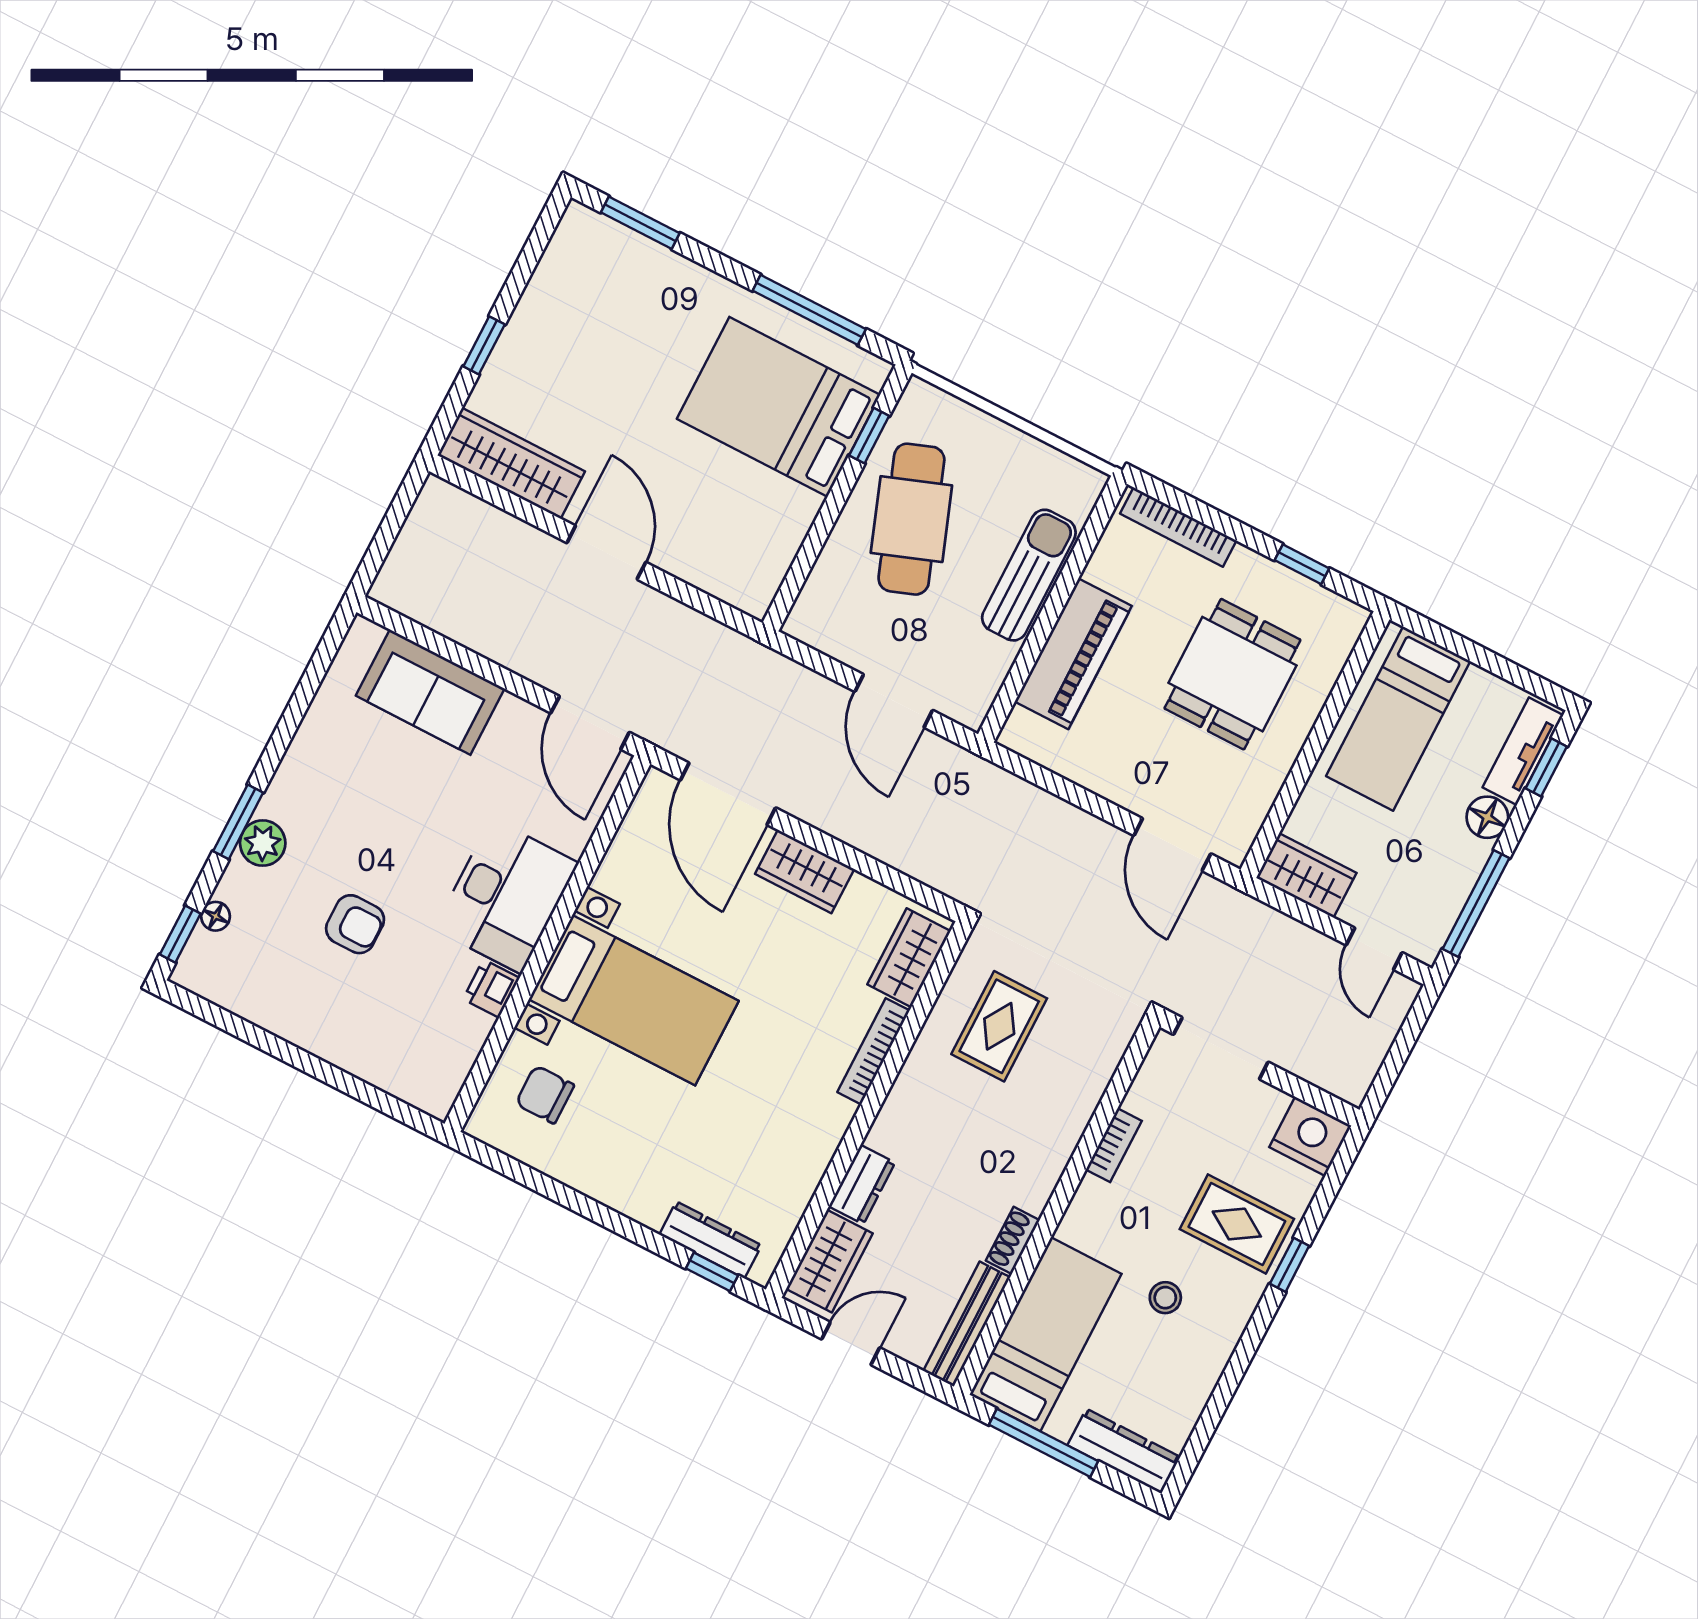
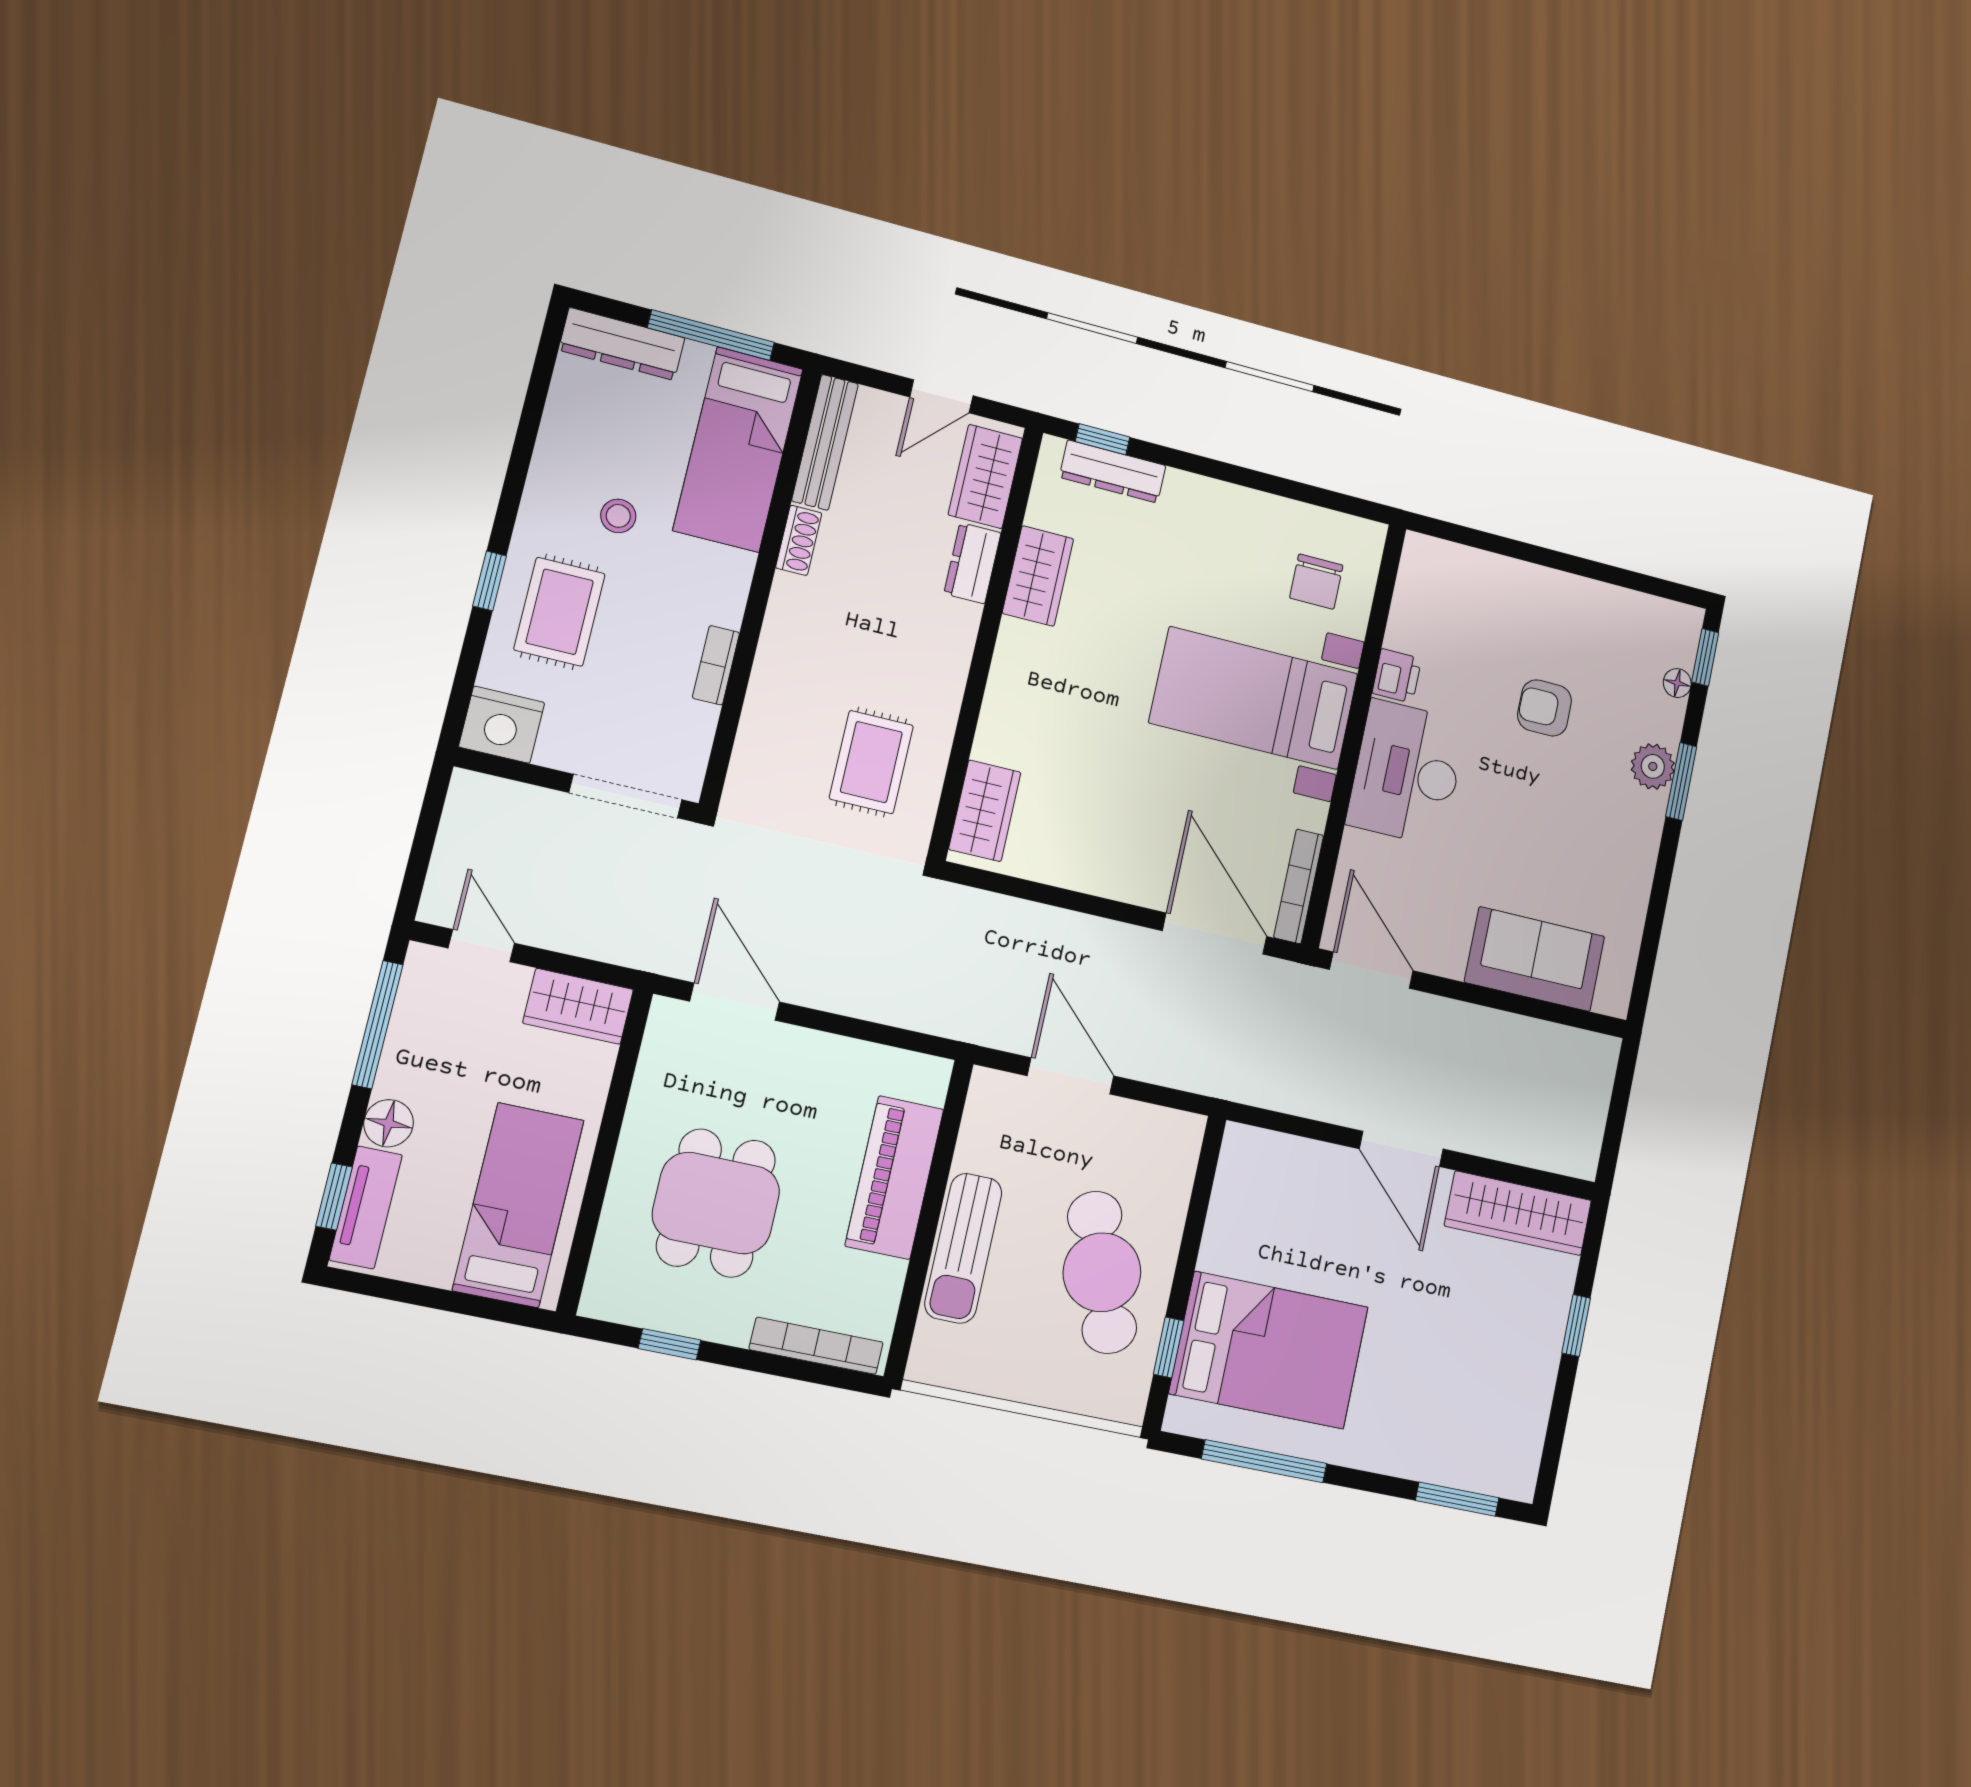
wardrobe: (805, 871) -> (1038, 576), moved, turned 90
bookcase: (874, 1051) -> (1299, 886), moved, turned 180
chair: (545, 1094) -> (1316, 582), turned 90
rug: (1237, 1224) -> (560, 612), turned 90

